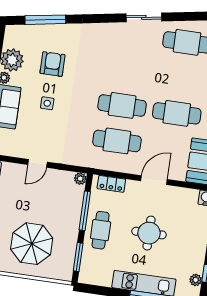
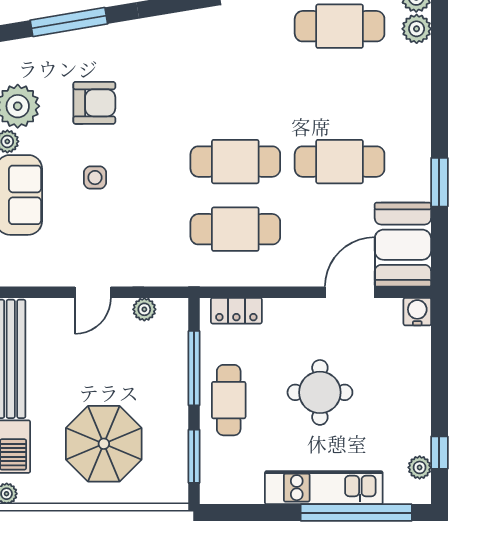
armchair: (52, 64) -> (94, 103), turned 90
plant: (80, 179) -> (144, 309), moved
door: (154, 180) -> (350, 292), moved

